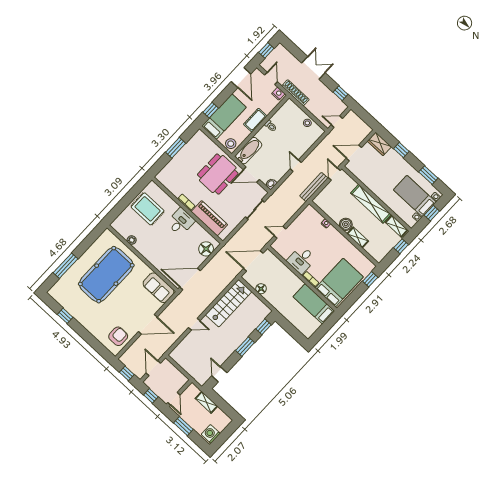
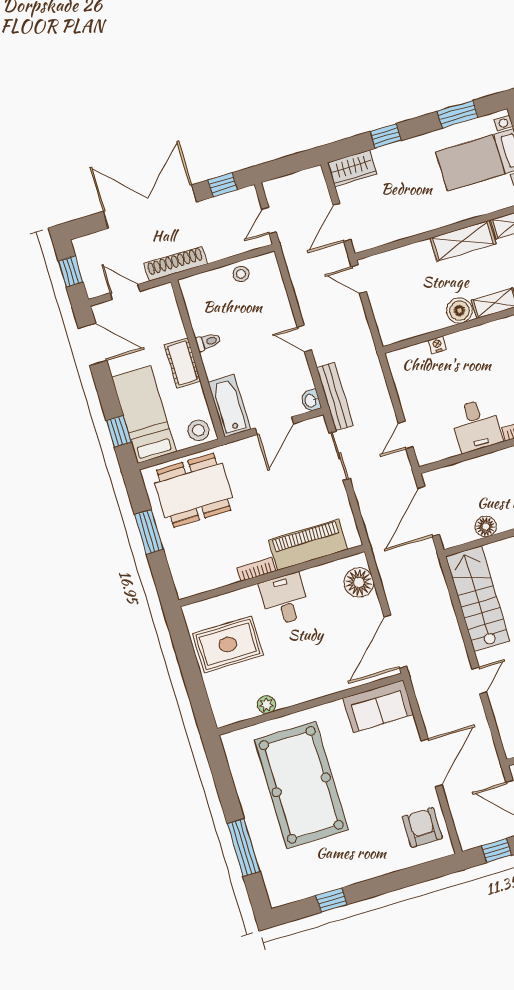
double door: (313, 68) -> (150, 207), width x1.87
nightstand: (278, 94) -> (159, 295), removed
dining table: (218, 174) -> (194, 490), moved, turned 90
bench: (314, 187) -> (335, 396), moved
shelving: (371, 204) -> (463, 241), width x0.68

